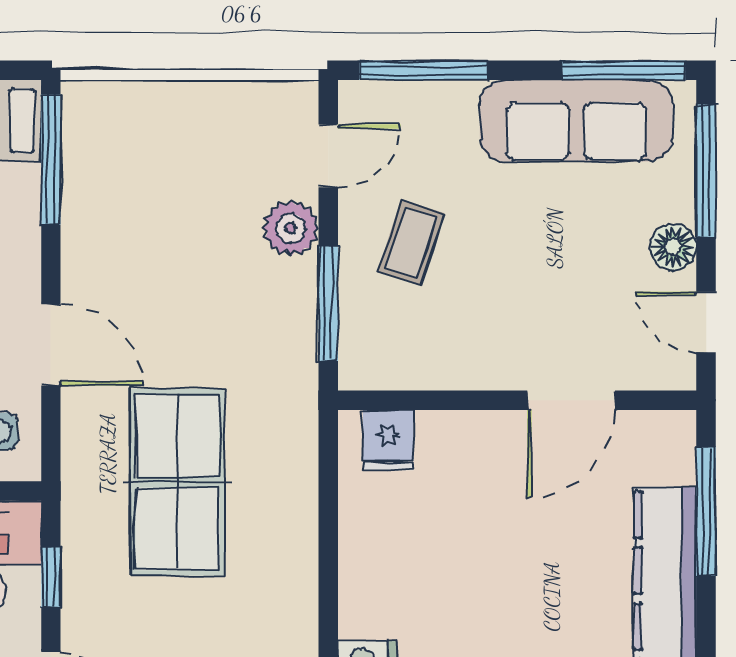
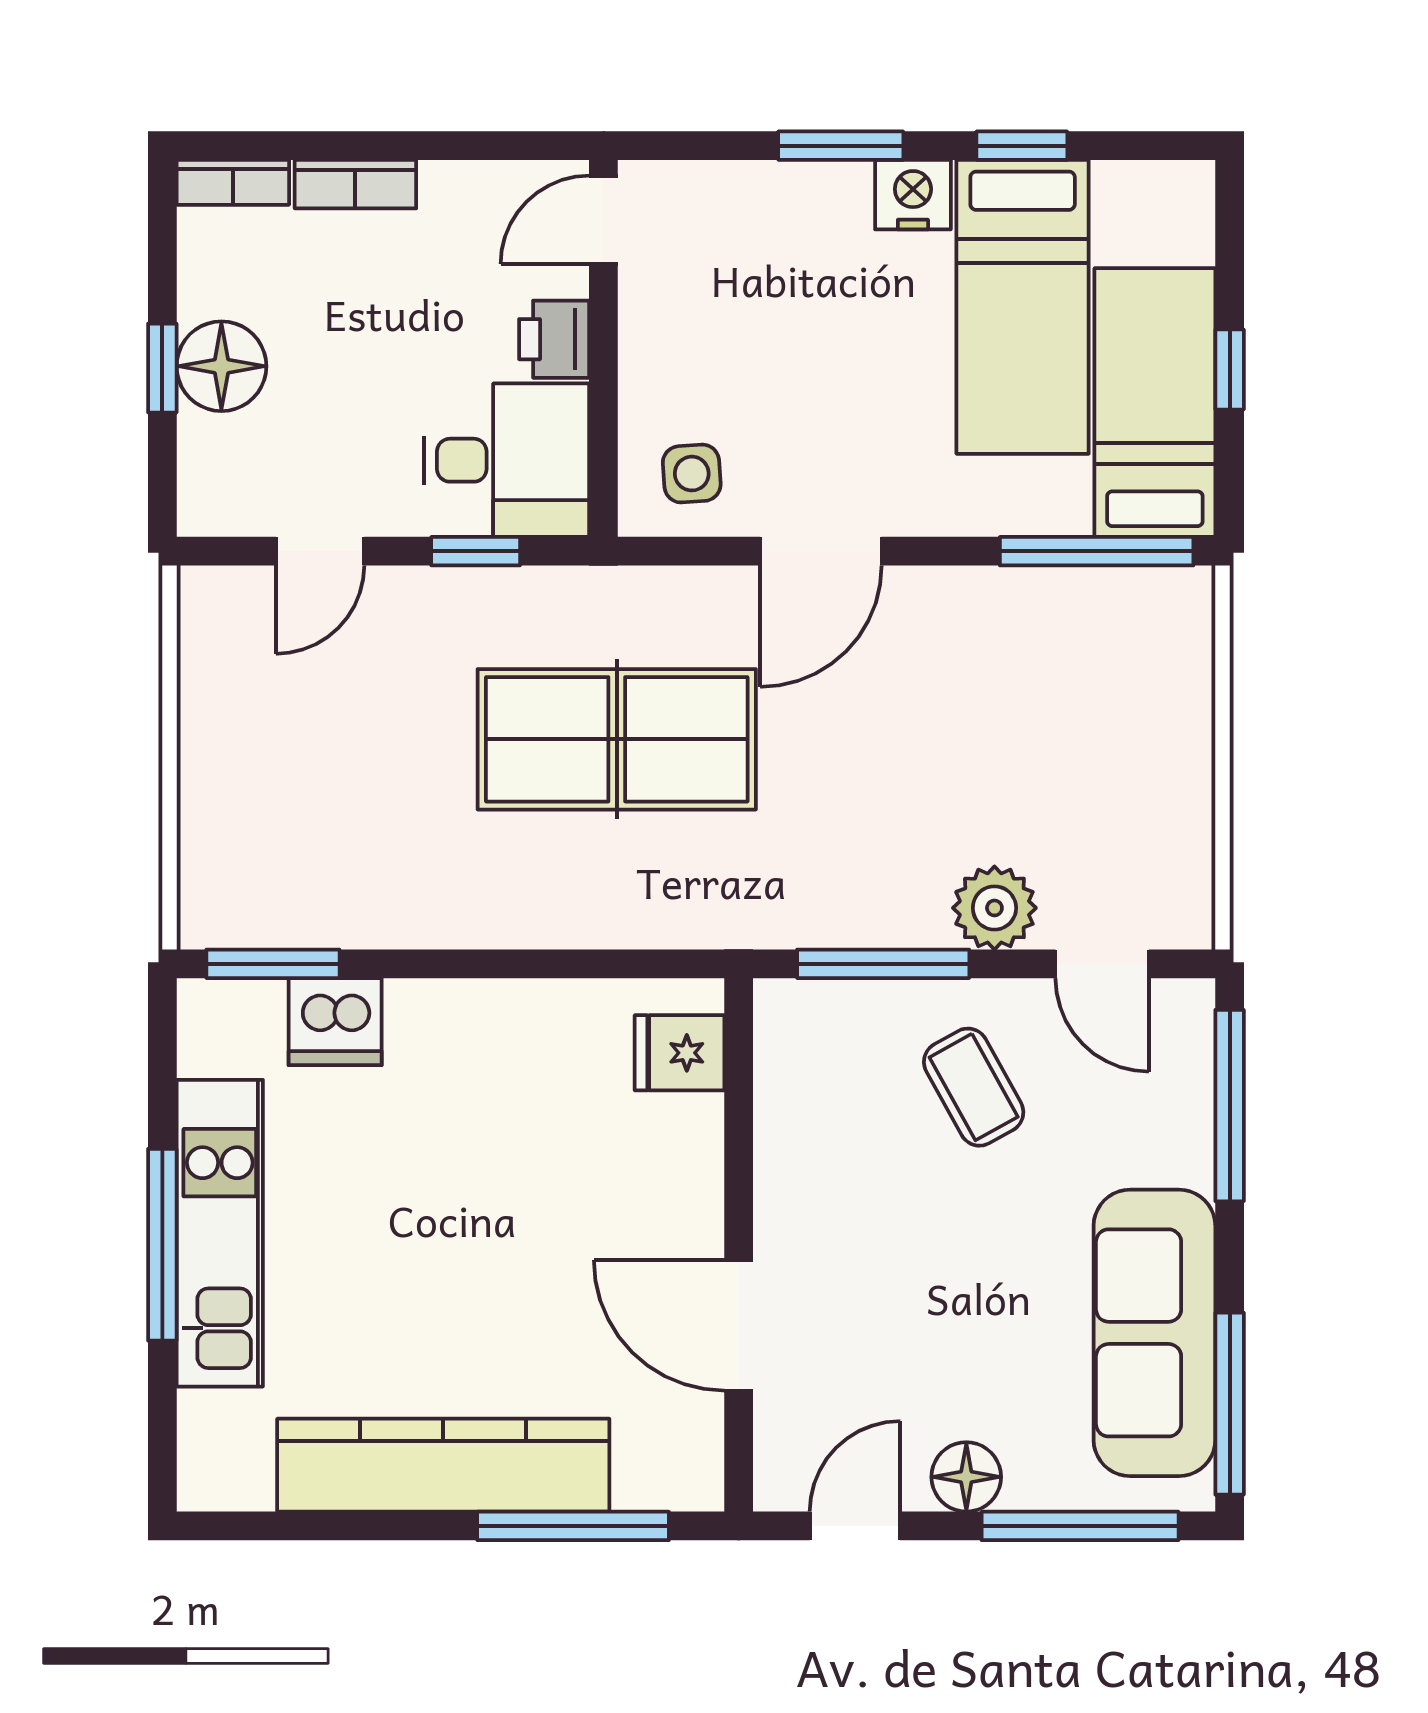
coffee table: (411, 242) -> (974, 1087), turned 43

